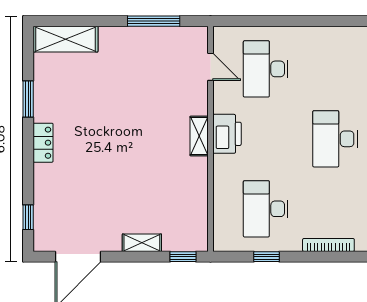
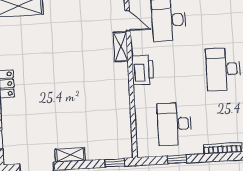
shelving: (199, 136) -> (121, 47), moved
shelving: (142, 243) -> (70, 155), moved

